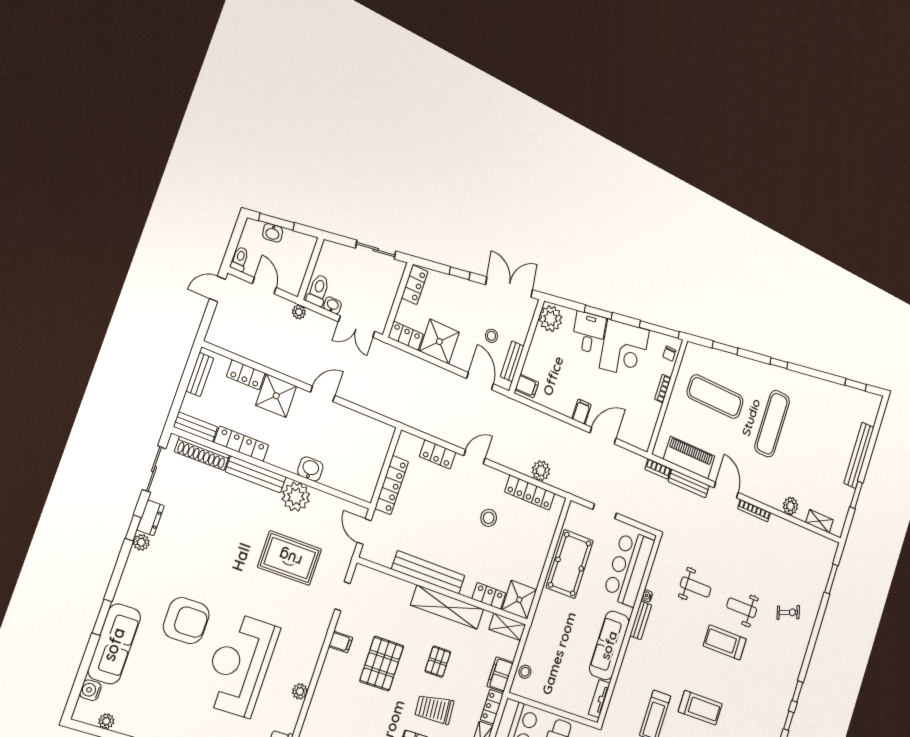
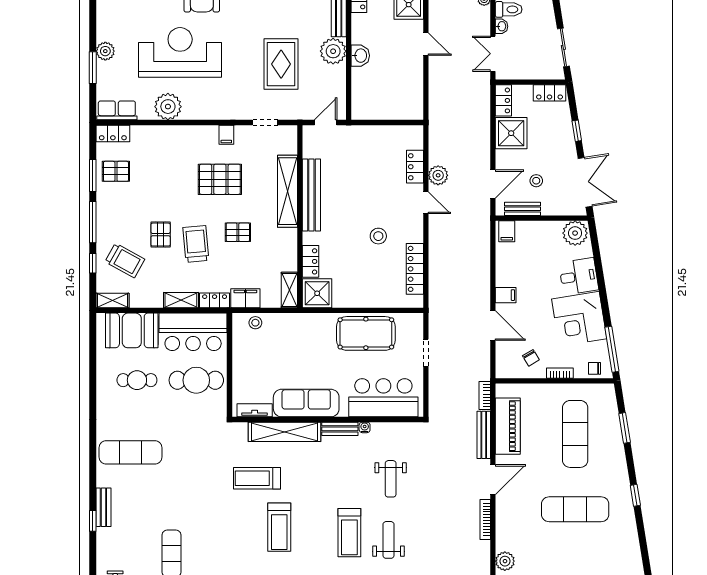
window: (598, 312) -> (601, 279), removed
chair: (642, 411) -> (531, 358), added
plant: (541, 471) -> (438, 175), moved
locker: (392, 485) -> (373, 133), removed
shelving: (447, 607) -> (288, 191), moved
treadmill: (725, 642) -> (349, 533), turned 180
shelving: (626, 675) -> (284, 432), added
plant: (300, 691) -> (168, 107), width x1.87, depth x1.87

